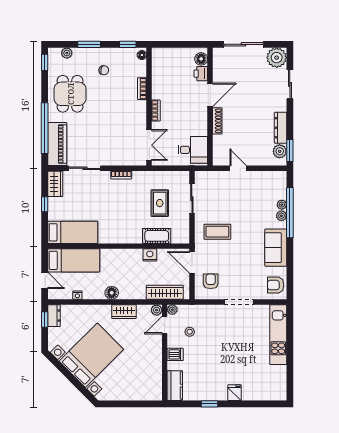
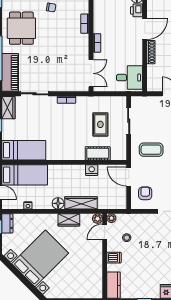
wardrobe: (165, 292) -> (81, 203), moved

